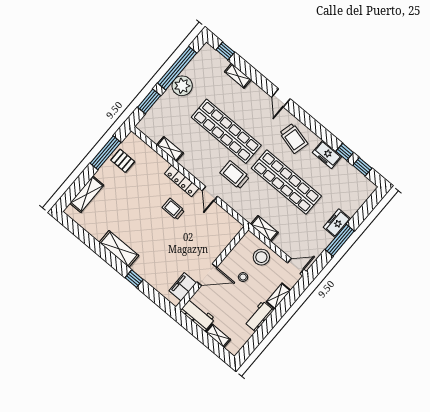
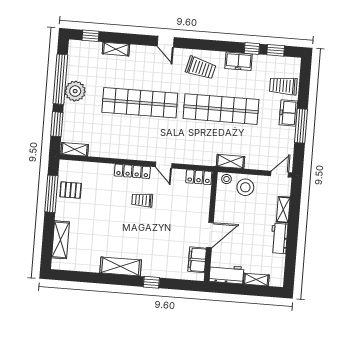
shelving: (170, 149) -> (75, 149), moved
trolley: (235, 175) -> (283, 86), moved
locker: (231, 223) -> (199, 177), added
stool: (243, 277) -> (226, 179), moved

